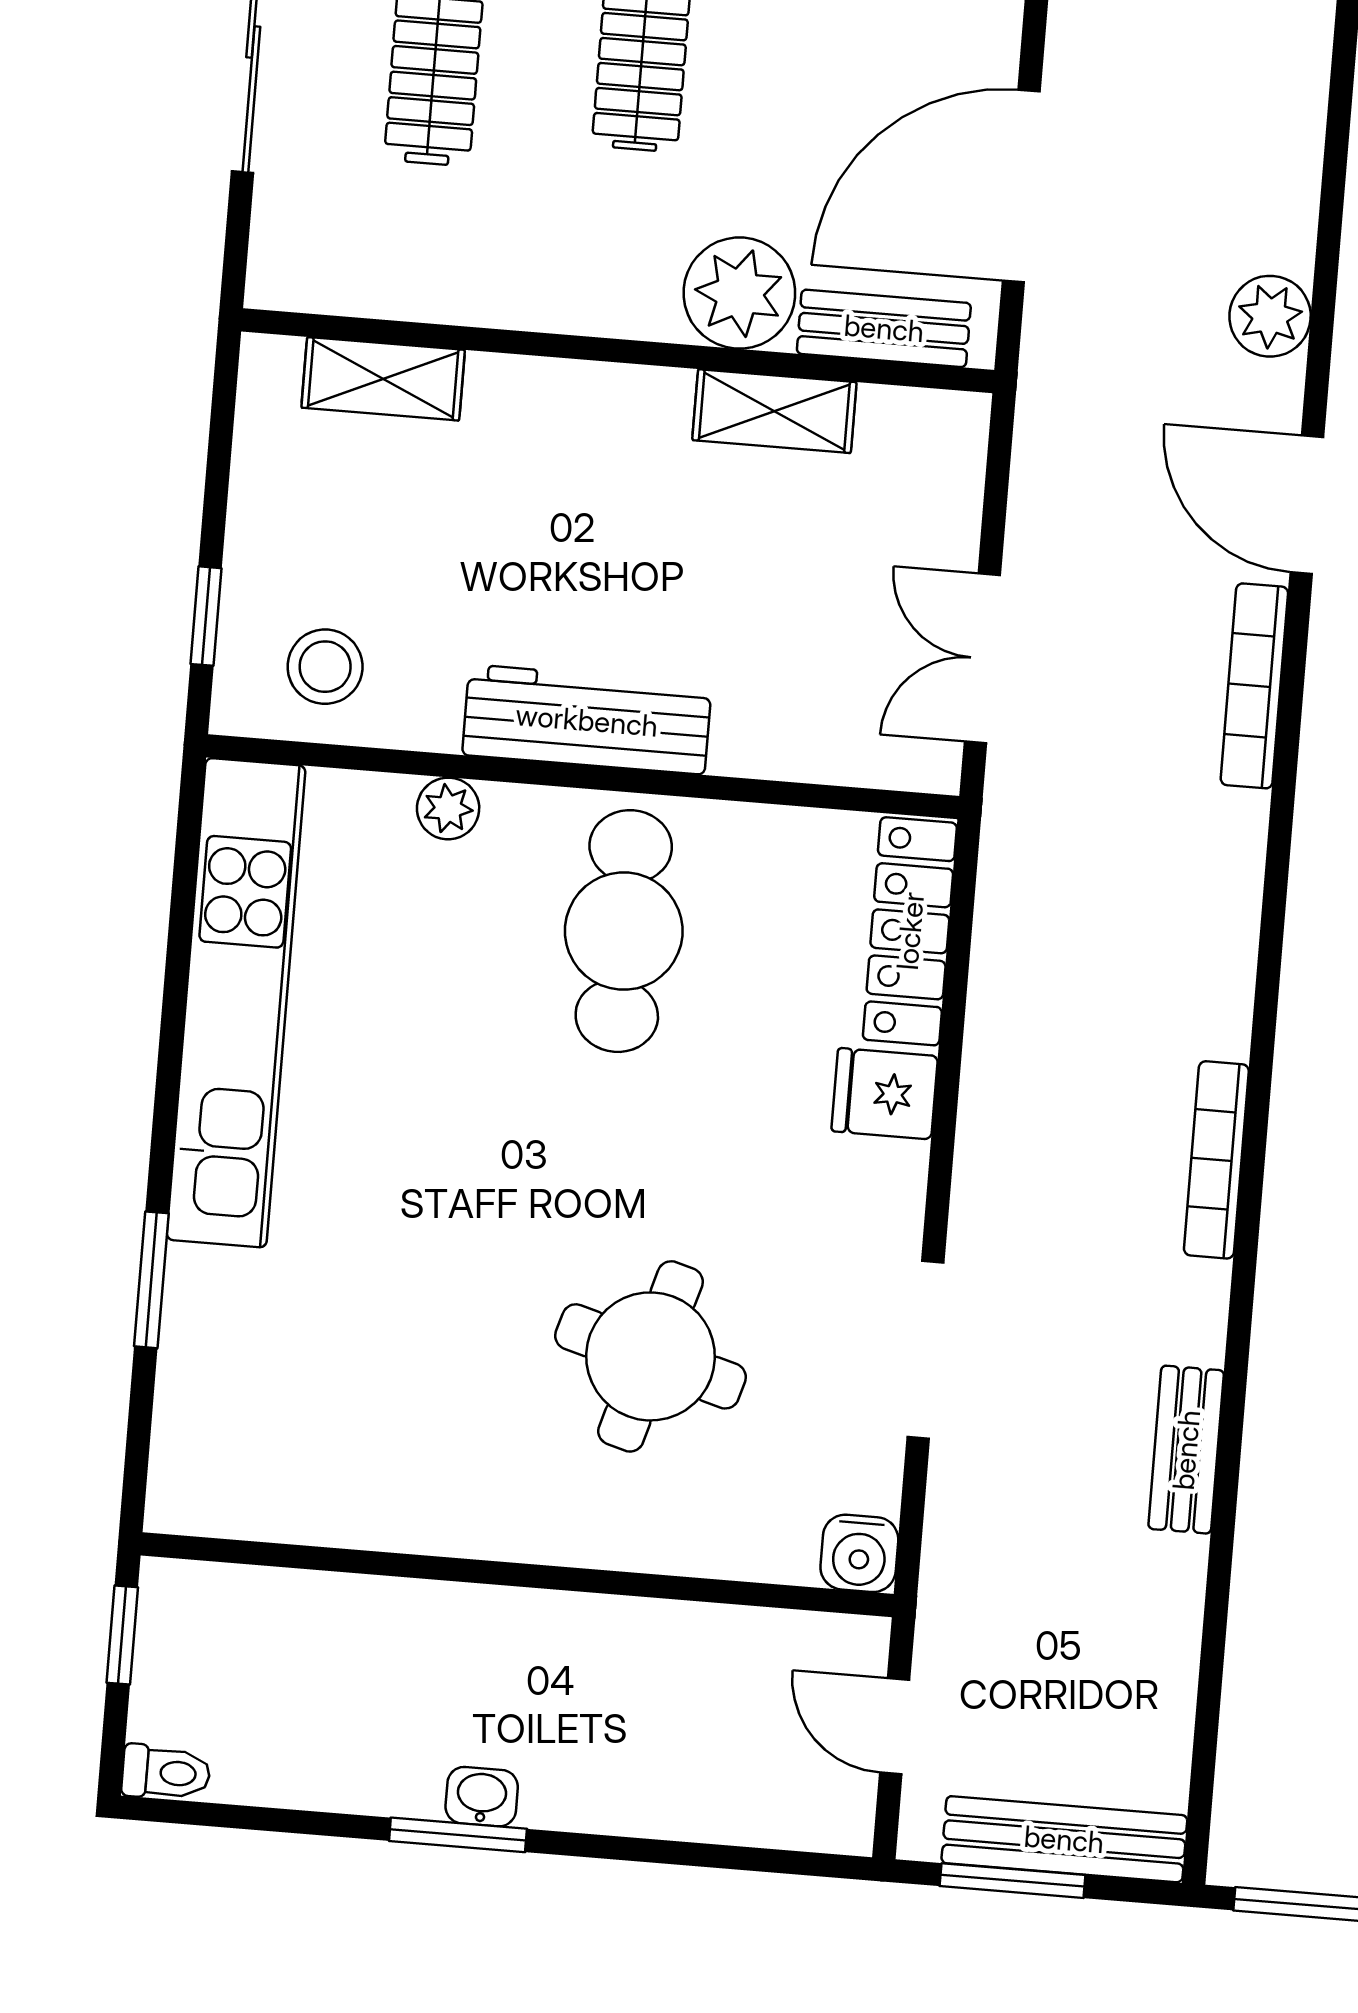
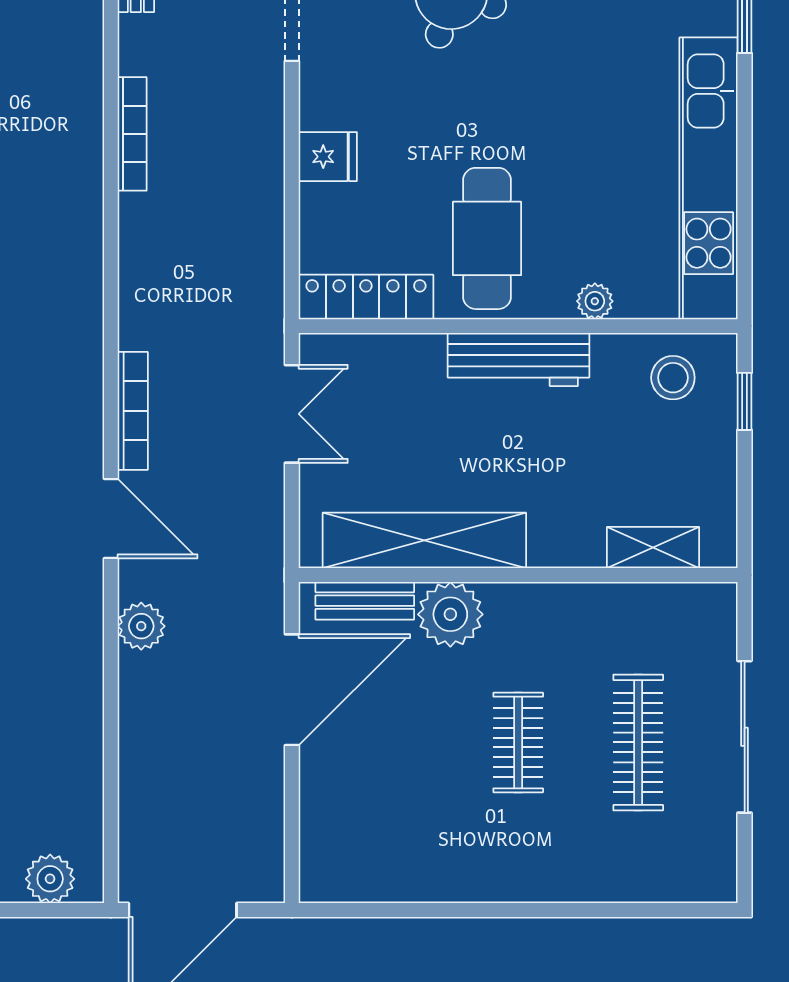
shelving: (774, 411) -> (424, 540), width x2.20, depth x1.33
locker: (910, 931) -> (366, 297), moved, turned -90

